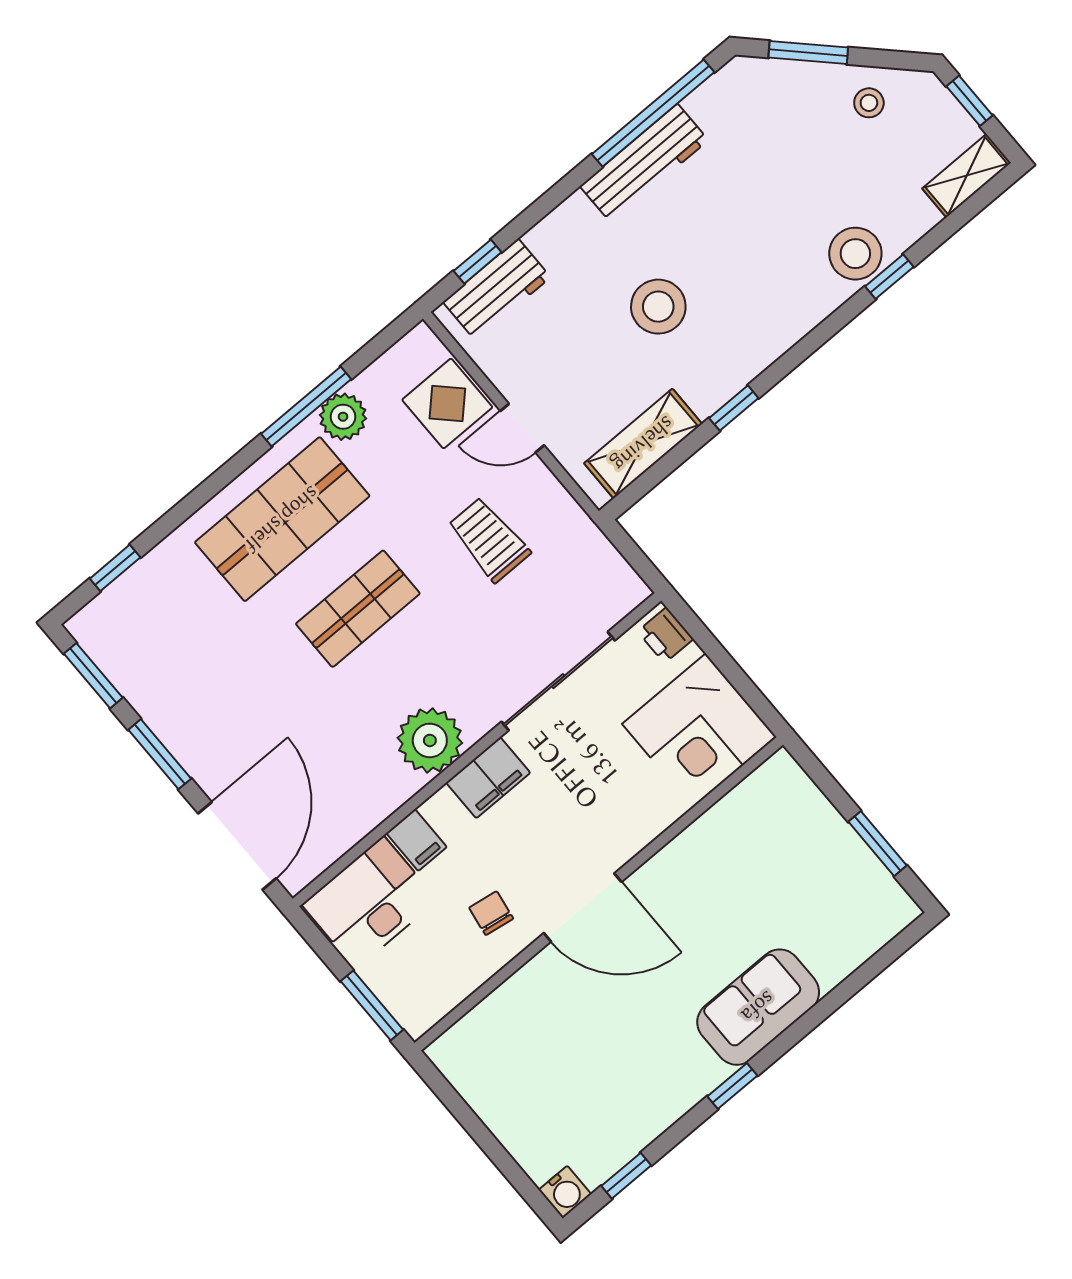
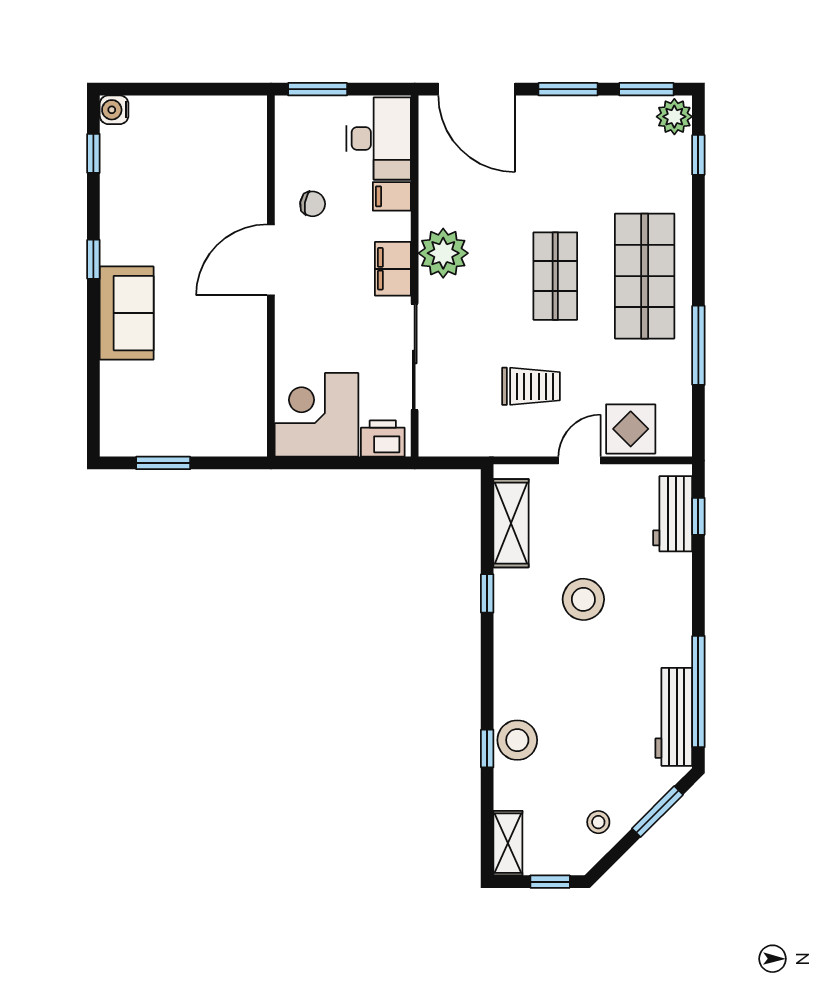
workbench: (644, 163) -> (674, 717), moved
plant: (343, 417) -> (674, 117), moved
printer: (666, 635) -> (383, 439), width x1.36, depth x1.24

